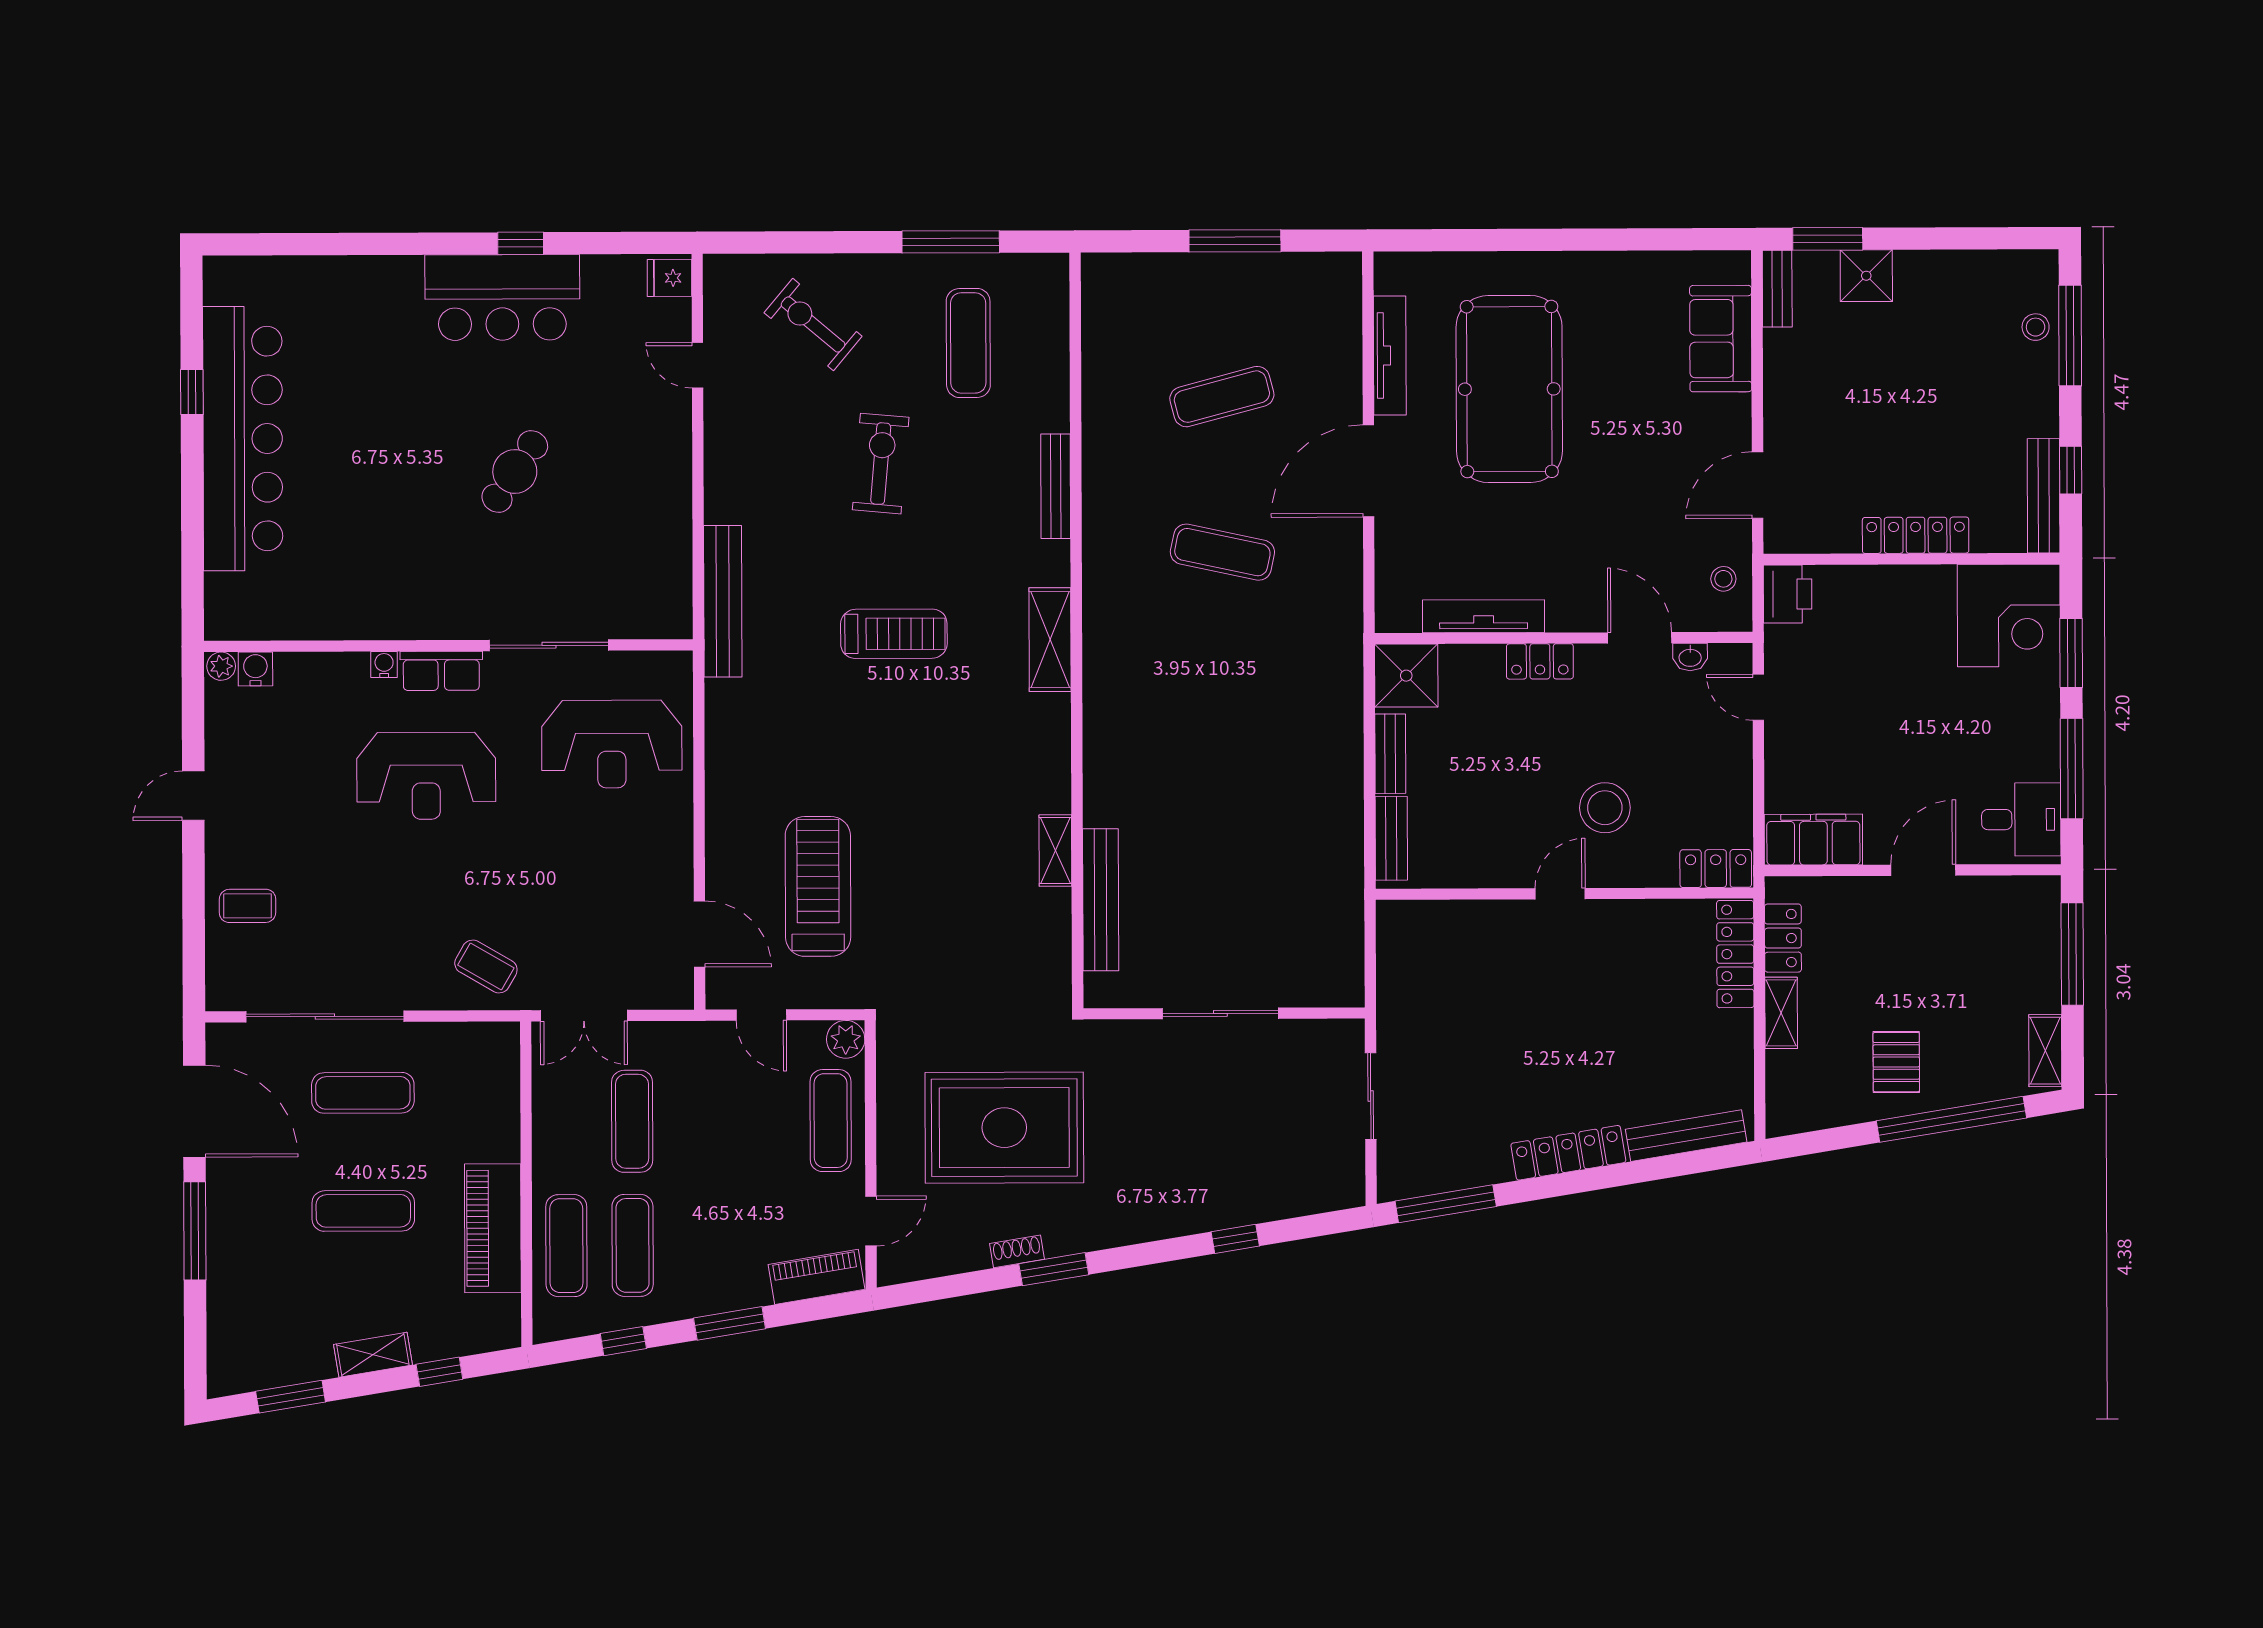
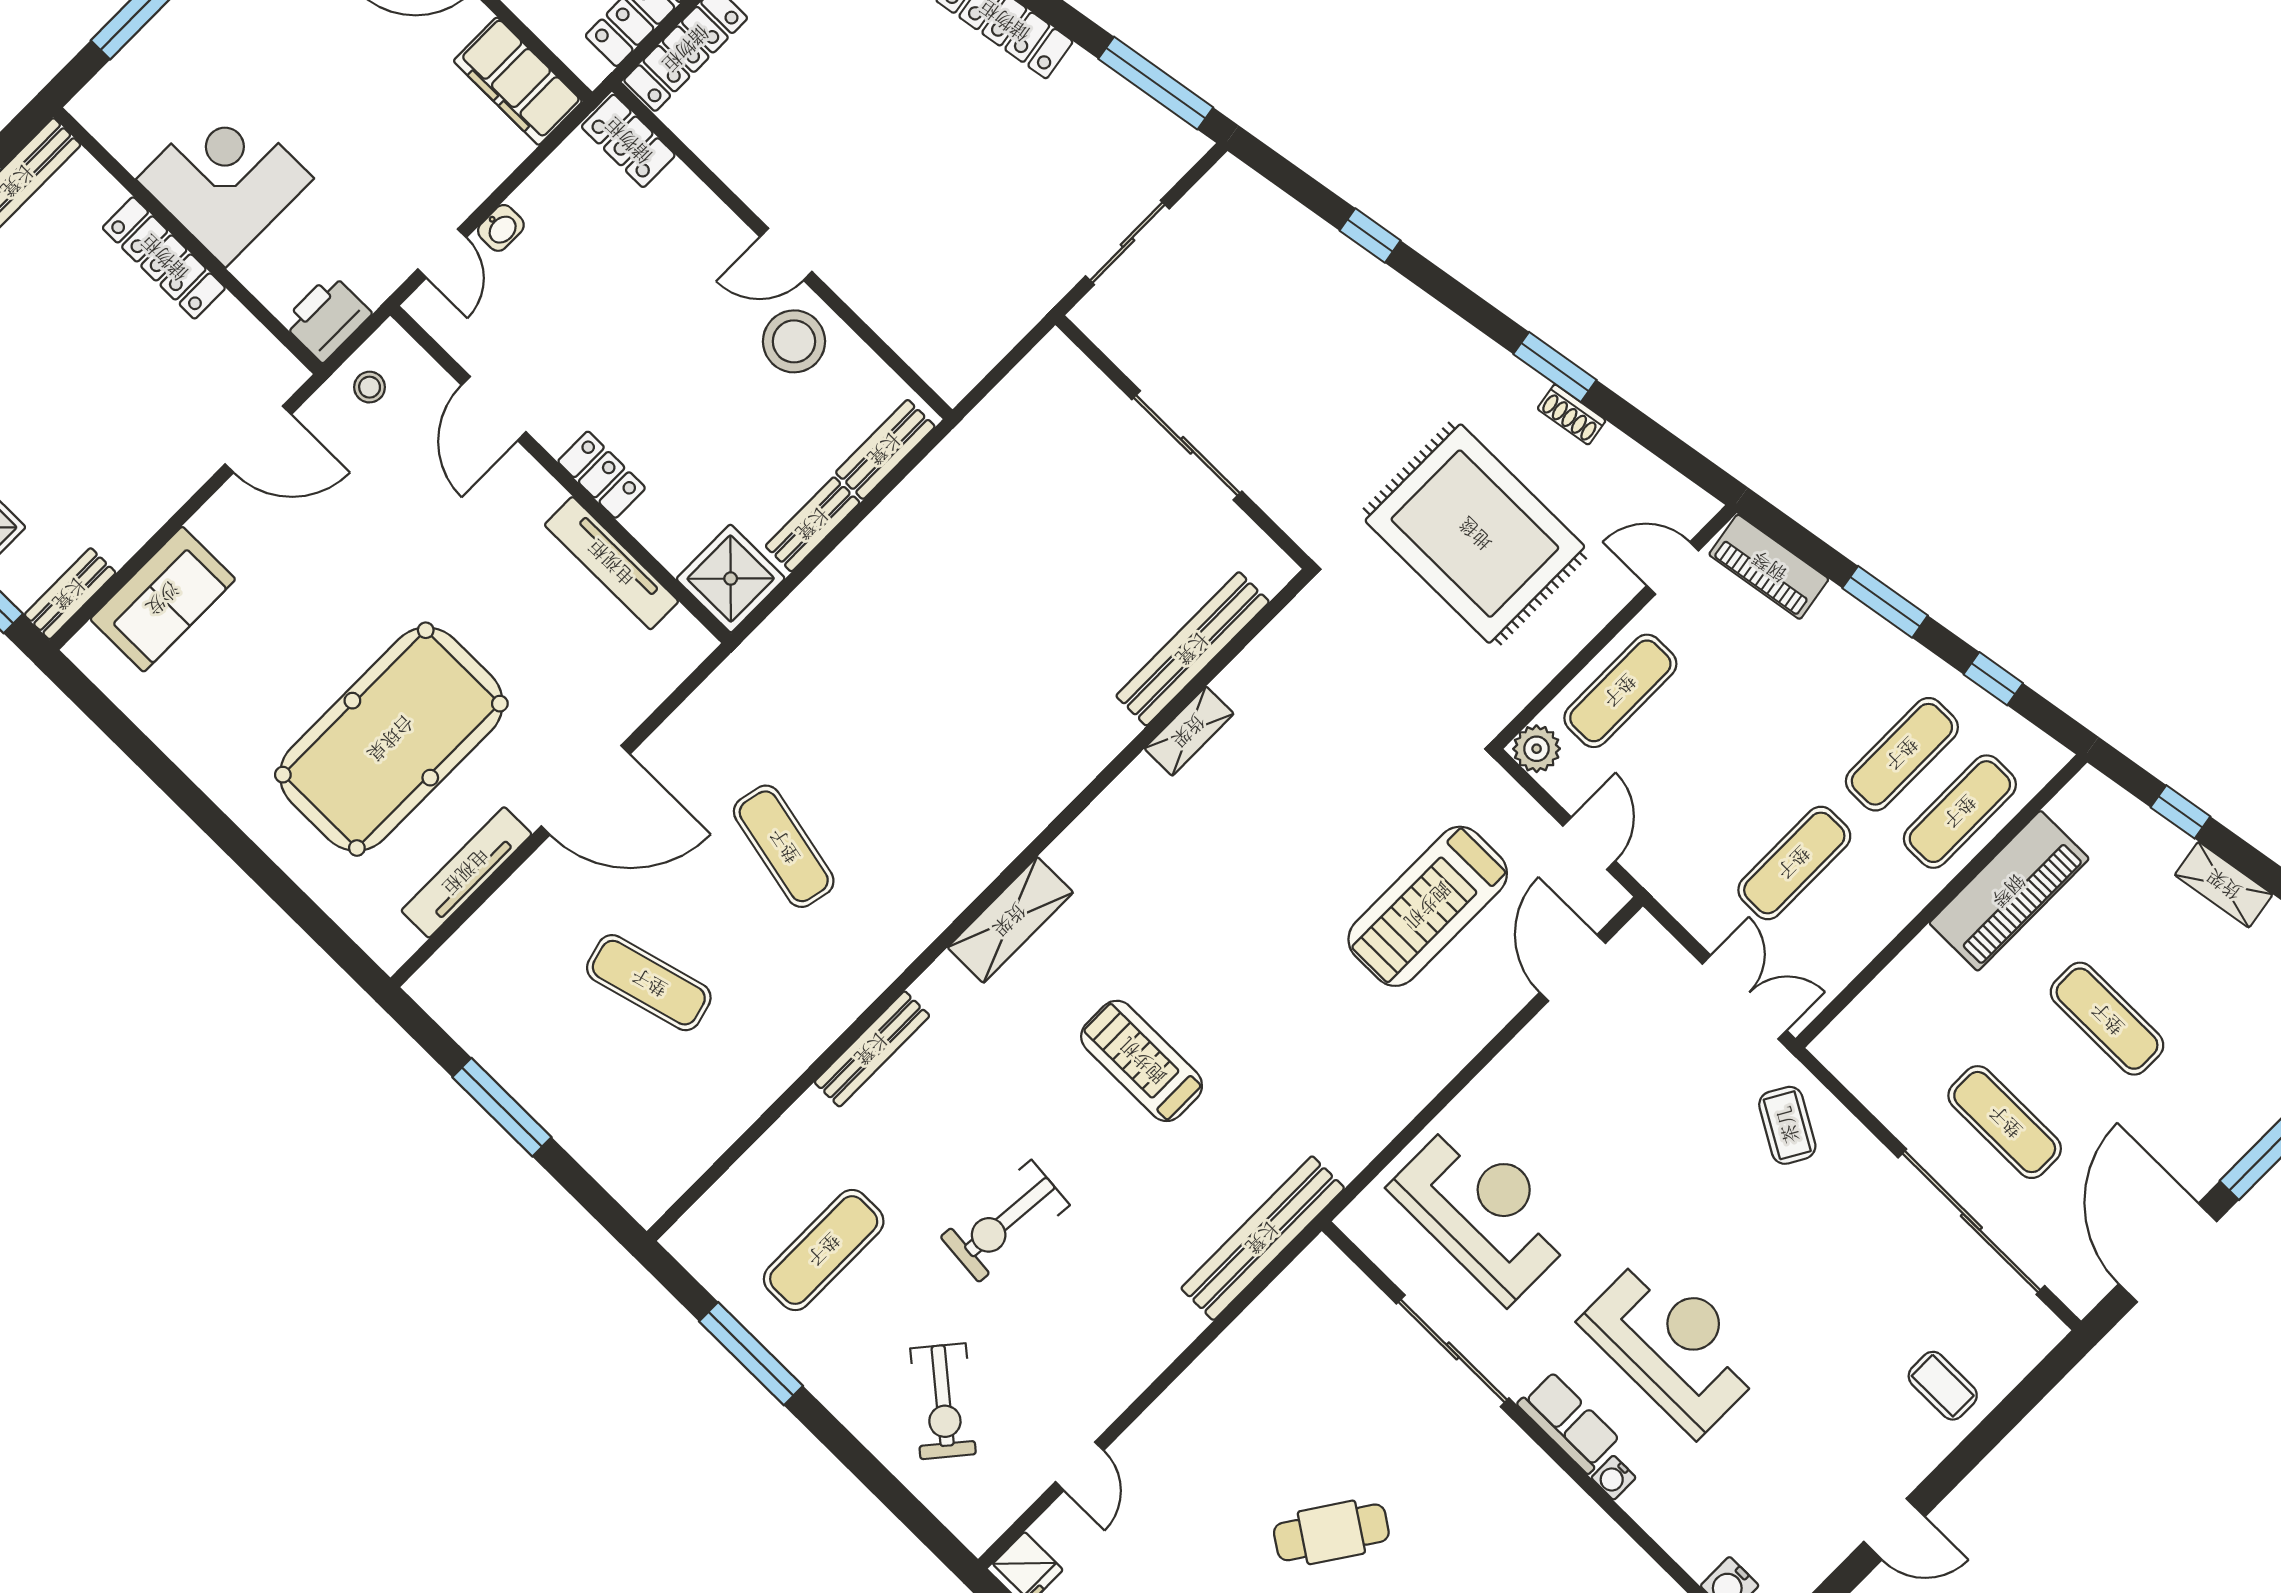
corner desk: (2009, 615) -> (225, 179), moved
washbasin: (1690, 657) -> (501, 228), moved, turned 90
stool: (1605, 808) -> (794, 341), moved

